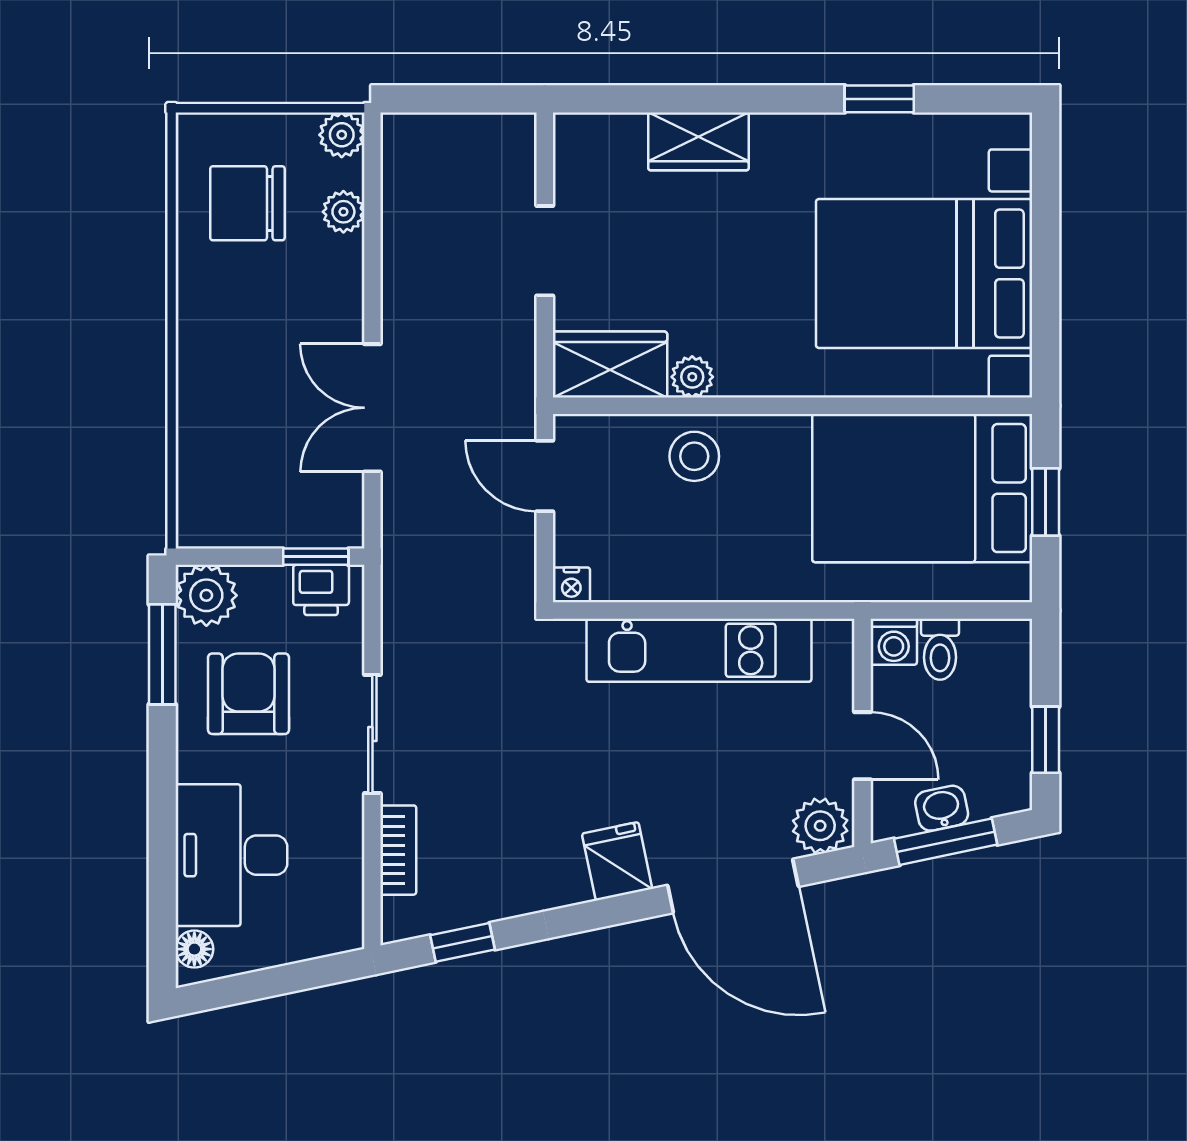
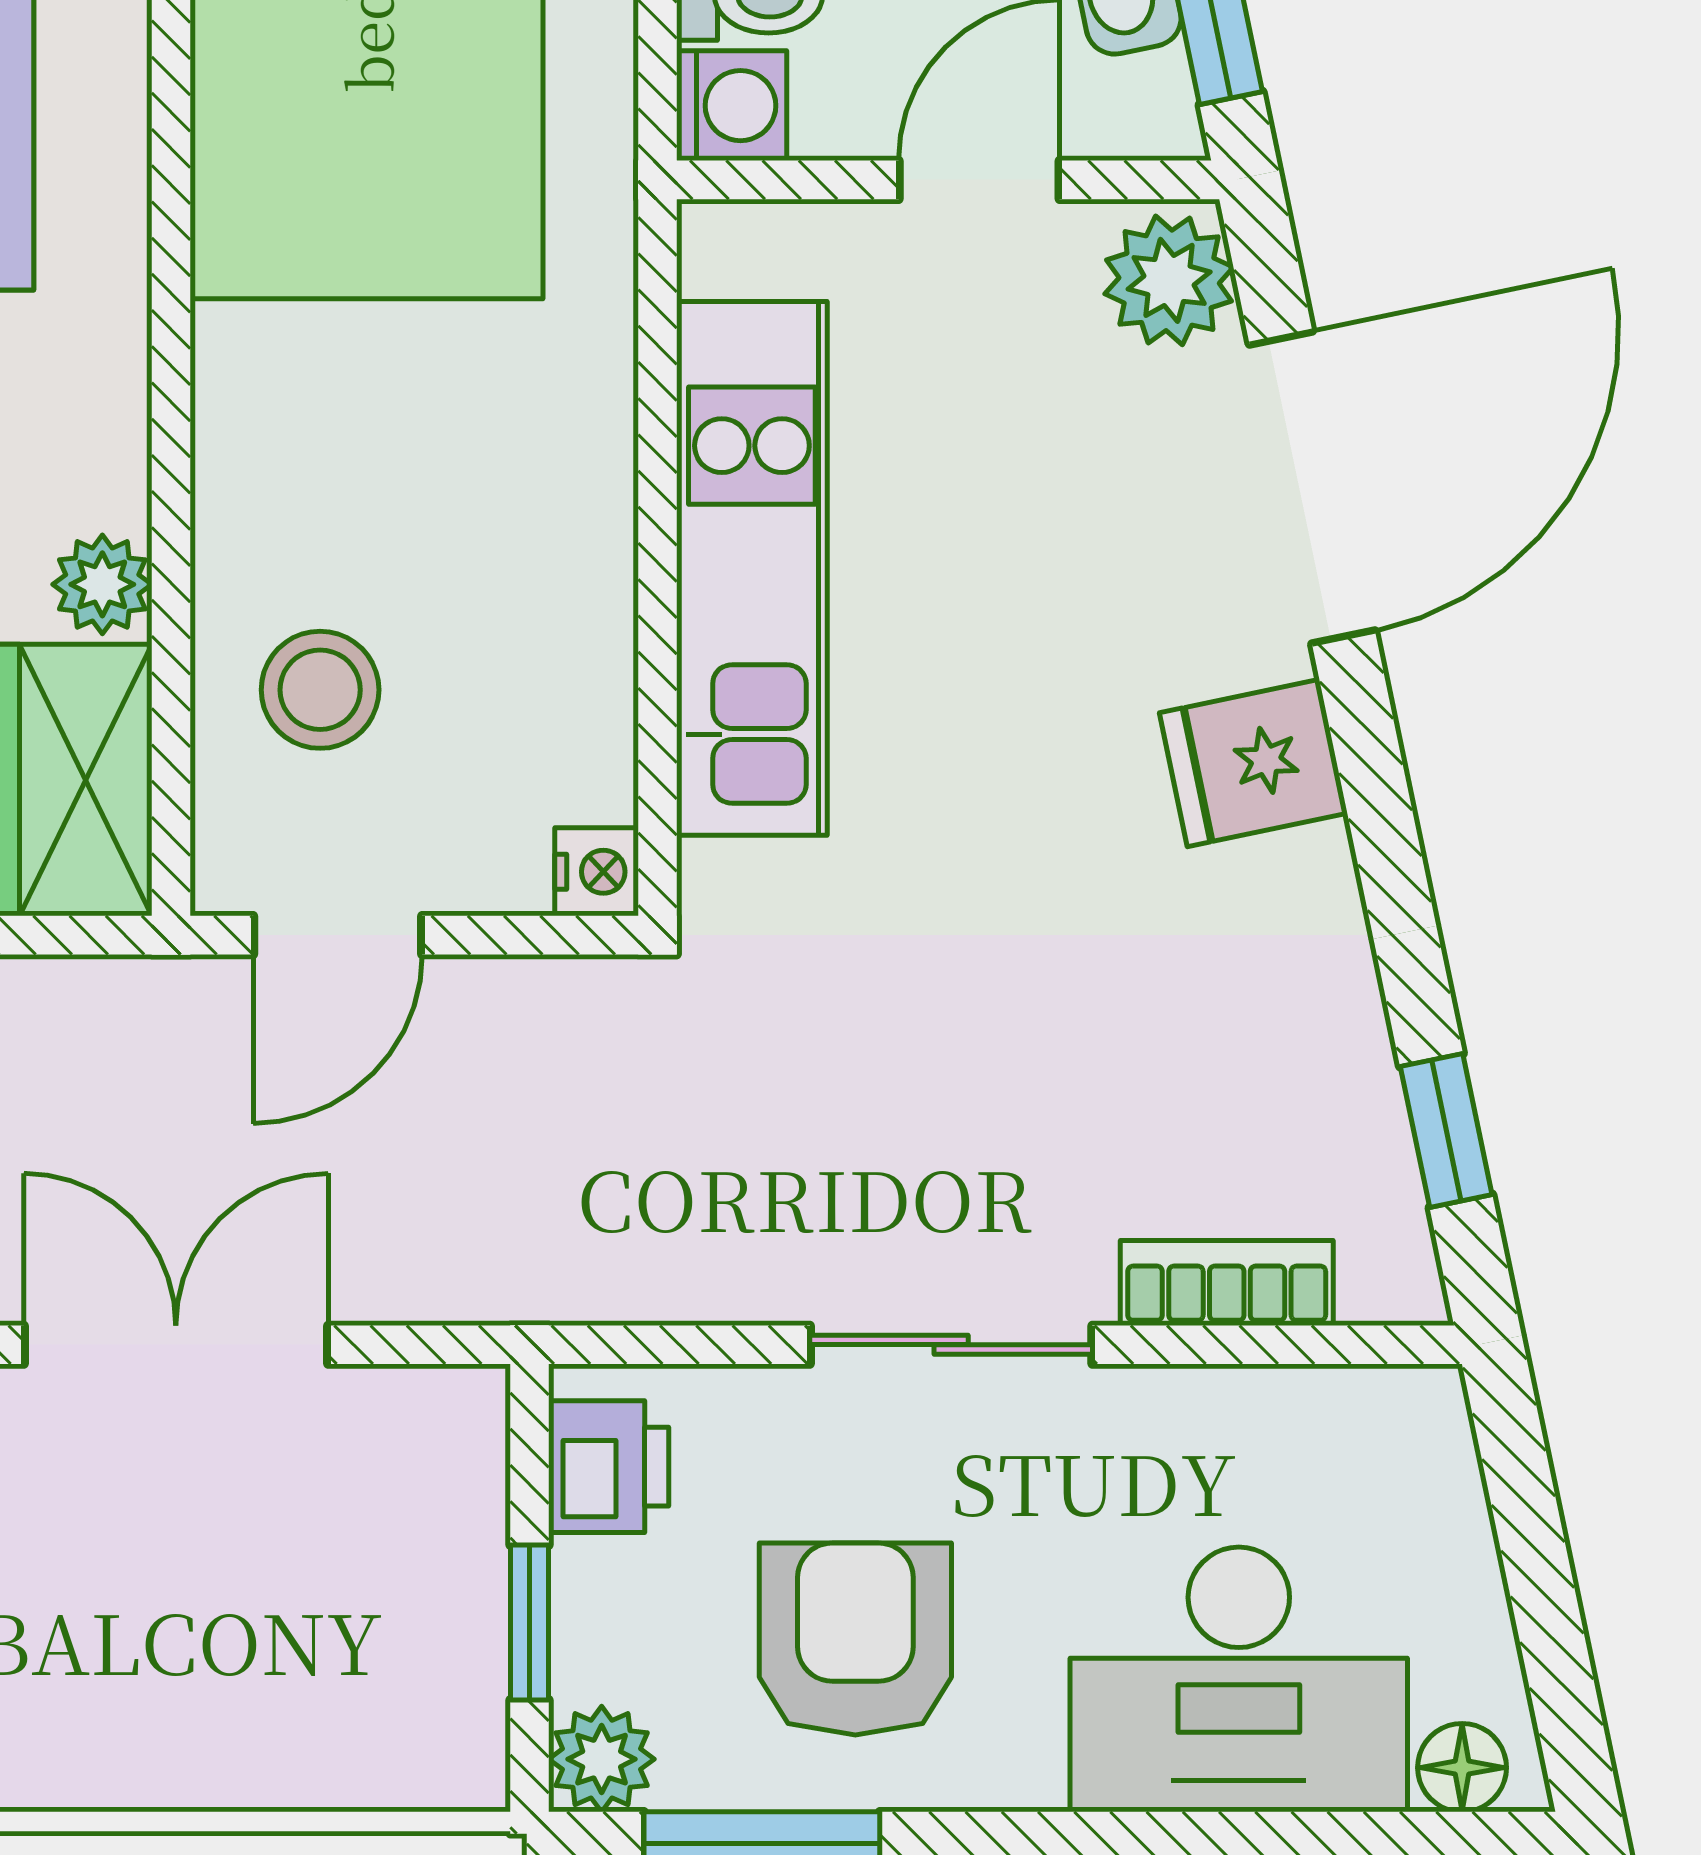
double door: (372, 408) -> (176, 1345), swing flipped
stool: (694, 456) -> (320, 690), moved
window: (316, 557) -> (529, 1622), moved
plant: (206, 595) -> (602, 1759), width x0.73, depth x0.73
armchair: (249, 694) -> (855, 1639), turned 90

